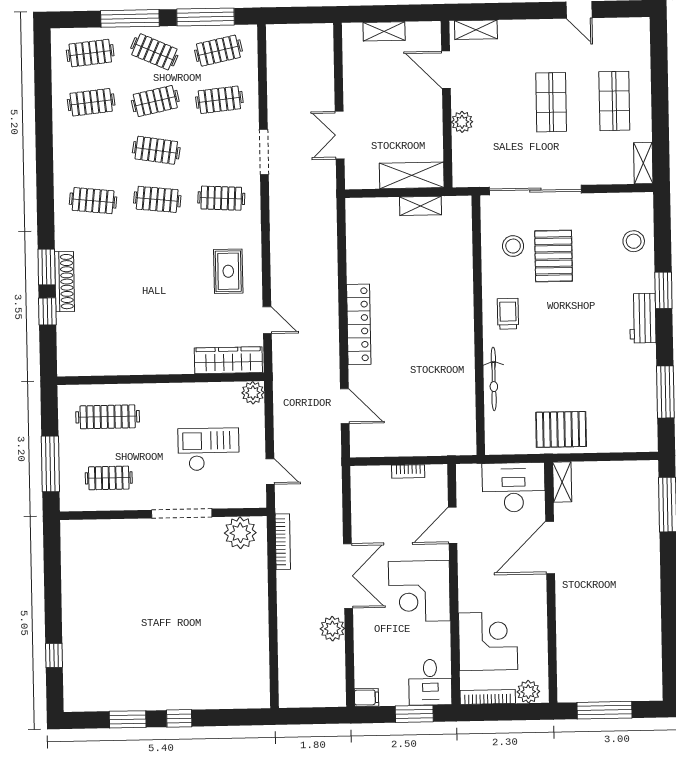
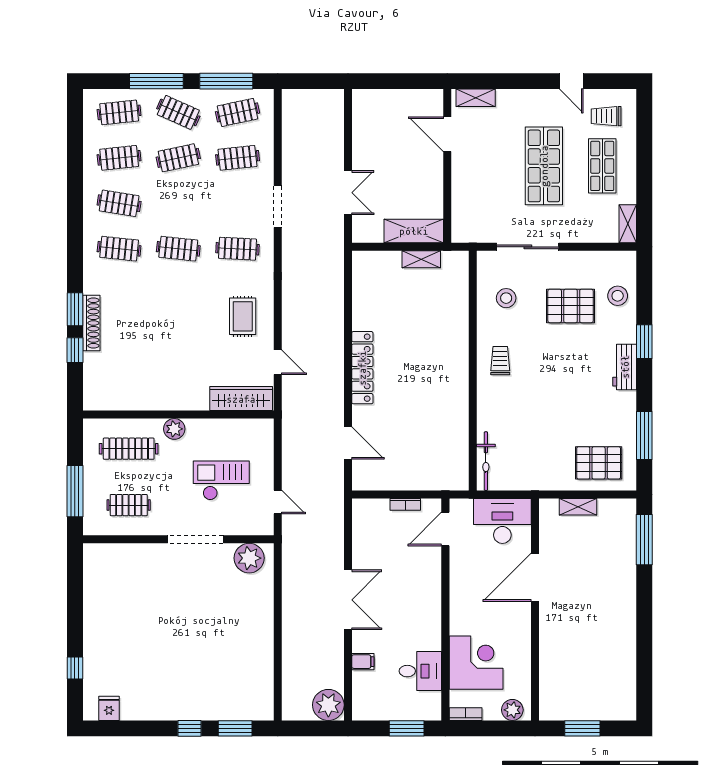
shelving: (384, 31) -> (391, 98), removed
trolley: (617, 47) -> (606, 116), added
shop shelf: (551, 102) -> (544, 166), width x1.43, depth x1.36
plant: (462, 122) -> (461, 183), removed
double door: (340, 135) -> (348, 193), swing flipped
clothes rail: (156, 150) -> (119, 203), moved
sliding door: (535, 190) -> (528, 247), width x0.73
pallet: (554, 256) -> (571, 306), moved, turned 90
bicycle: (494, 379) -> (486, 461), moved
plant: (253, 393) -> (174, 429), moved
pallet: (561, 429) -> (599, 463), moved
shelving: (562, 482) -> (578, 507), moved, turned 90
door: (453, 525) -> (445, 529), moved
bookcase: (283, 542) -> (288, 567), removed
corner desk: (419, 591) -> (413, 615), removed
plant: (332, 629) -> (328, 705), moved, width x1.36, depth x1.36
desk: (430, 682) -> (420, 671), moved, turned -90
filing cabinet: (366, 697) -> (363, 662), moved
bookcase: (488, 697) -> (466, 714), width x0.64
fridge: (92, 698) -> (109, 708), added
window: (604, 710) -> (582, 728), width x0.69
window: (128, 719) -> (235, 728), moved

